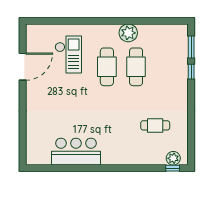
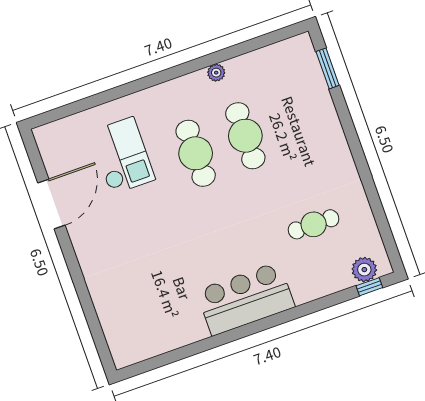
plant: (128, 33) -> (216, 73), width x0.53, depth x0.53
window: (191, 72) -> (343, 111), removed
bar counter: (76, 152) -> (246, 299), moved

